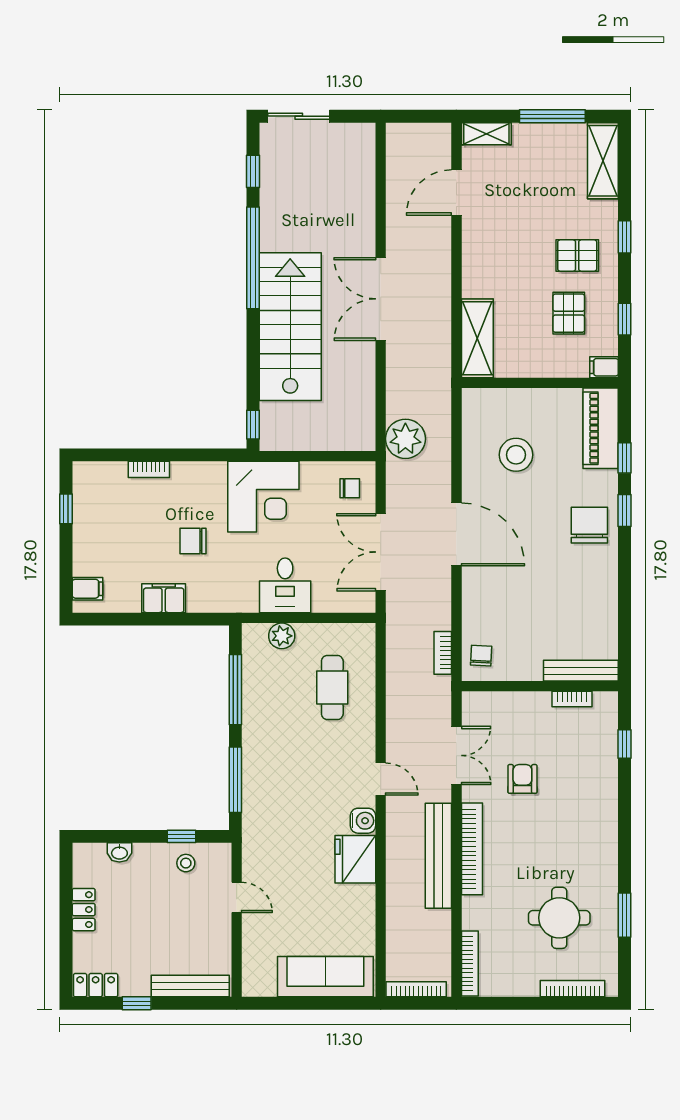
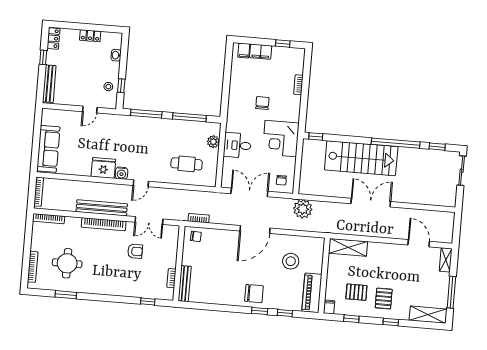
piano: (601, 428) -> (312, 293), moved, turned -90
filing cabinet: (164, 598) -> (261, 52), moved, turned 90

